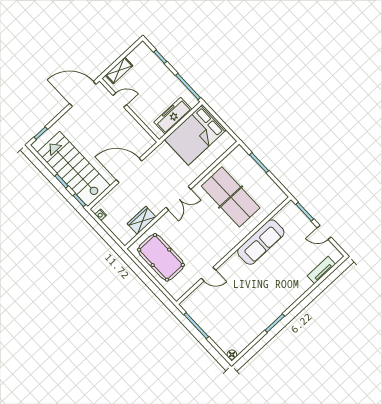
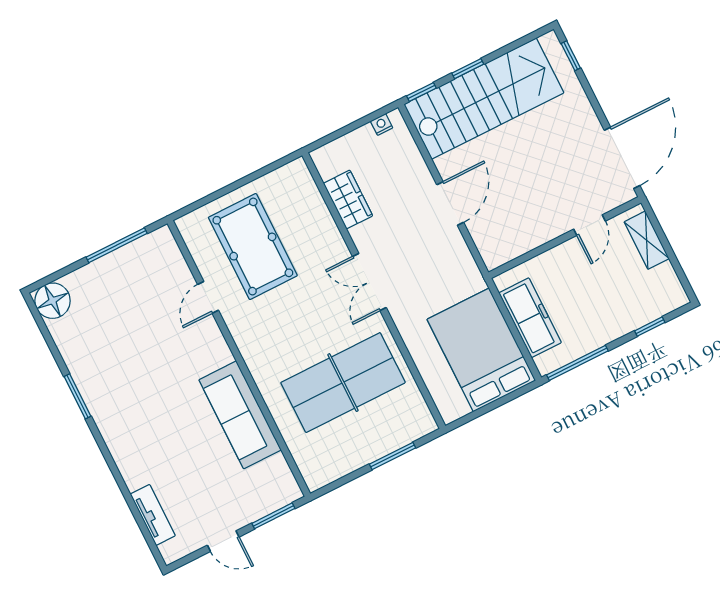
door: (129, 170) -> (450, 203), width x0.73
door: (324, 232) -> (223, 541), swing flipped
pool table: (161, 257) -> (253, 247), moved, turned 90
floor lamp: (232, 355) -> (53, 301), width x1.89, depth x1.89

